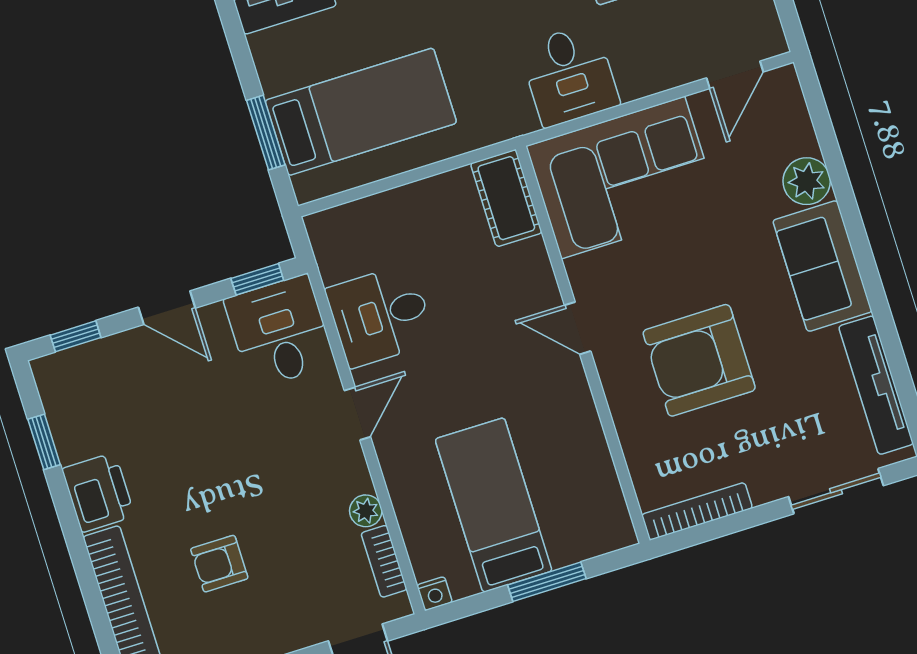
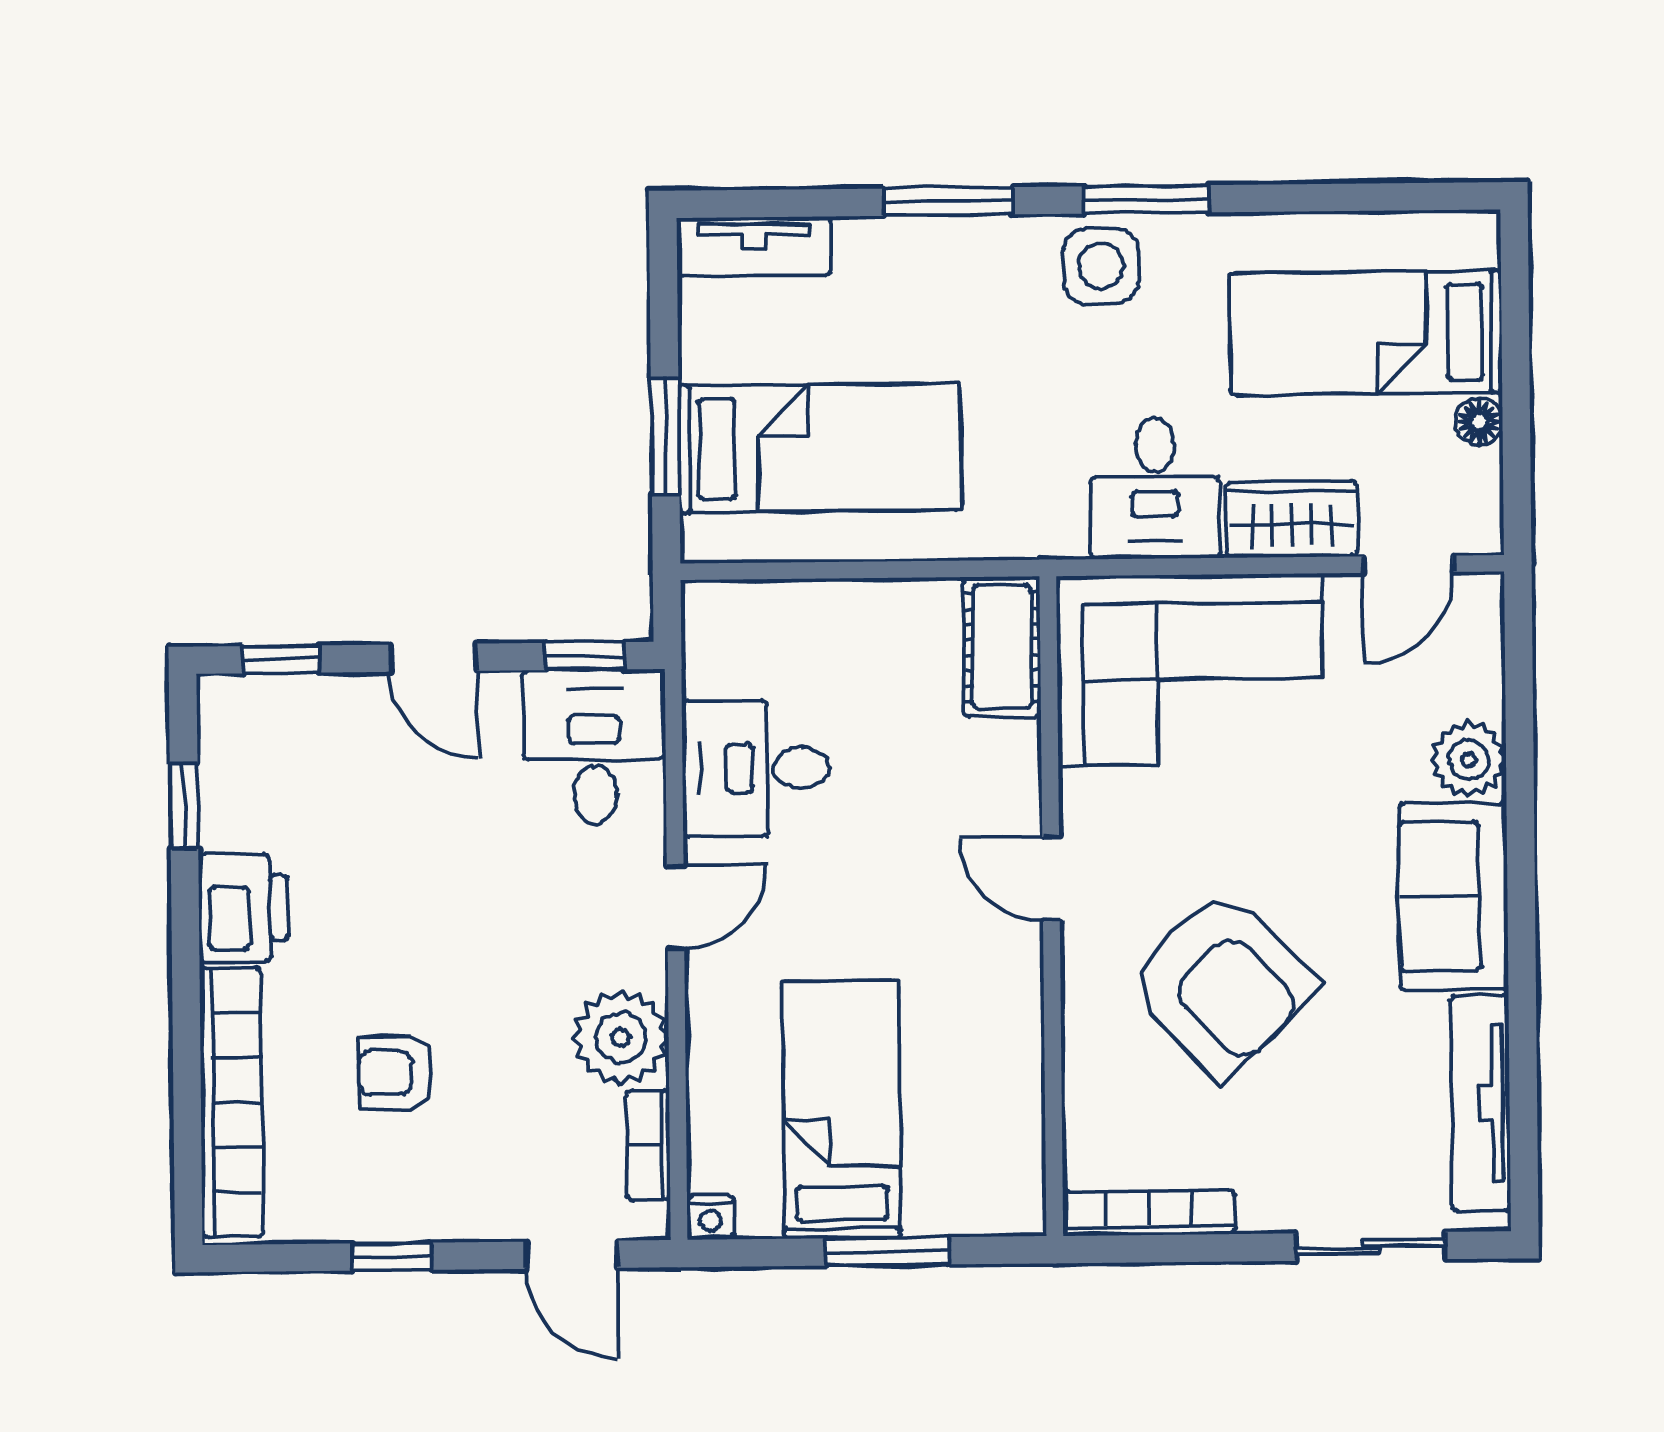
wardrobe: (657, 69) -> (1292, 519), added
armchair: (699, 360) -> (1222, 983), turned -134
plant: (366, 511) -> (621, 1037), width x1.88, depth x1.88

